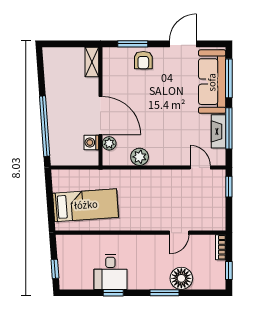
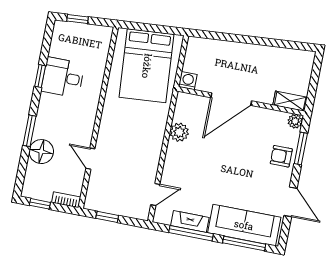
window: (45, 126) -> (232, 38), removed
washing machine: (91, 142) -> (188, 81), moved
plant: (109, 143) -> (295, 121), moved
window: (229, 187) -> (107, 217), moved
bed: (86, 205) -> (147, 66), width x1.50

